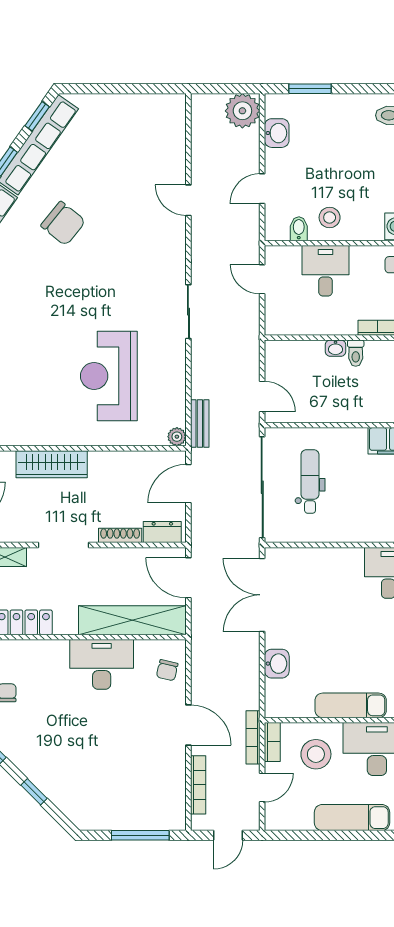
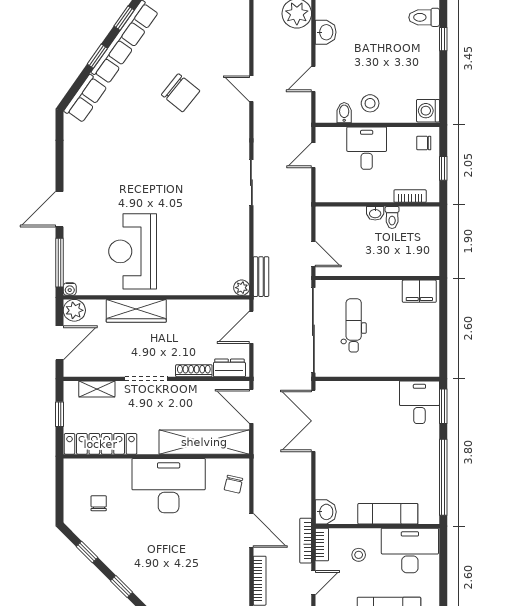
chair: (63, 223) -> (181, 93), moved
door: (262, 279) -> (313, 155), hinge flipped
reception desk: (109, 376) -> (133, 251), moved
desk: (102, 664) -> (169, 486), width x1.36, depth x1.30
washbasin: (277, 664) -> (326, 512), moved
stool: (316, 754) -> (359, 555), width x0.53, depth x0.53

